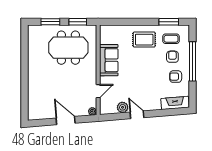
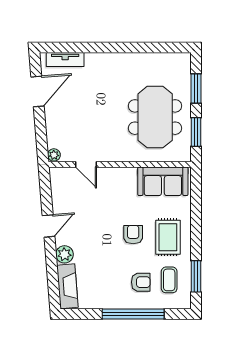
sofa: (109, 60) -> (163, 181), moved
armchair: (176, 77) -> (133, 235), moved
tv unit: (32, 104) -> (65, 60), added
plant: (123, 107) -> (64, 254), moved
door: (66, 121) -> (38, 91), moved

